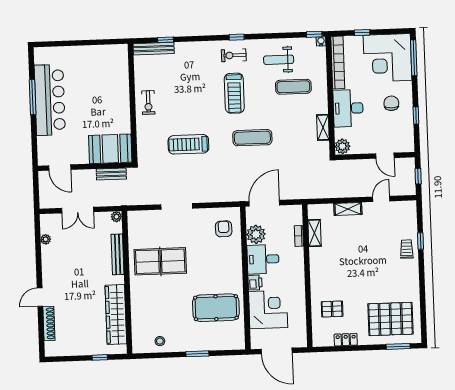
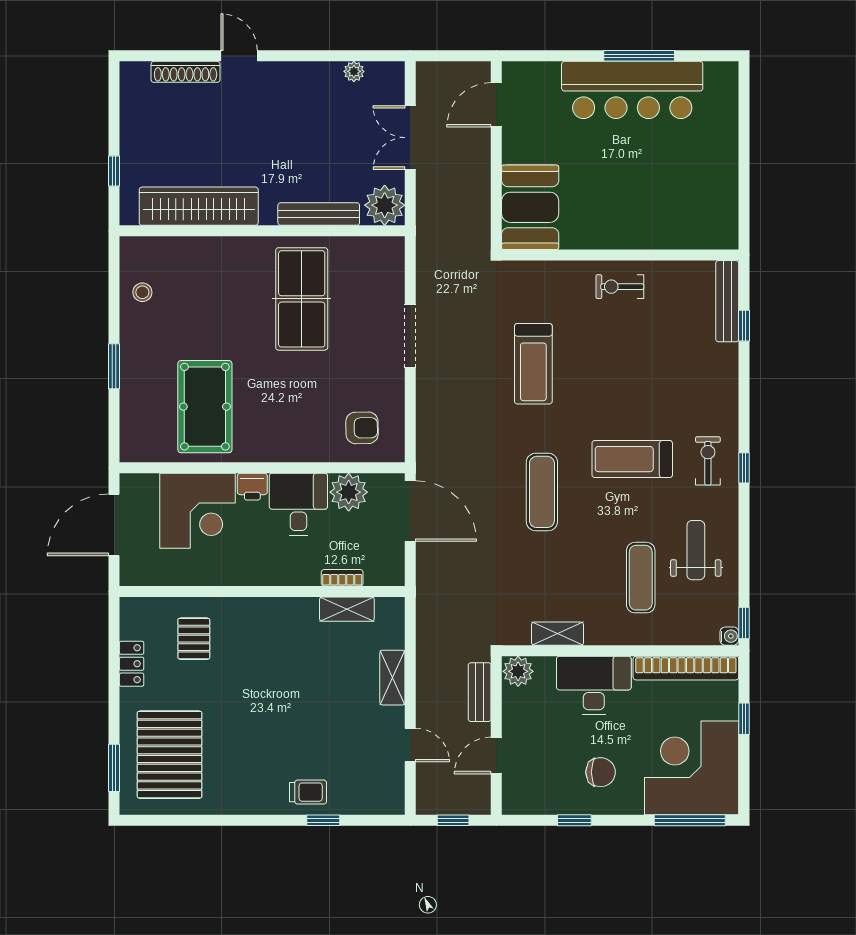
treadmill: (188, 144) -> (533, 364), turned 180
bench: (111, 174) -> (480, 692), moved
plant: (116, 217) -> (385, 205), width x1.88, depth x1.88

